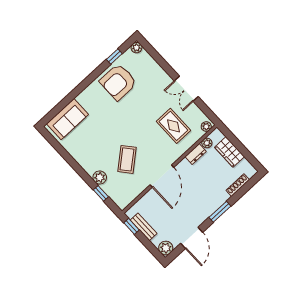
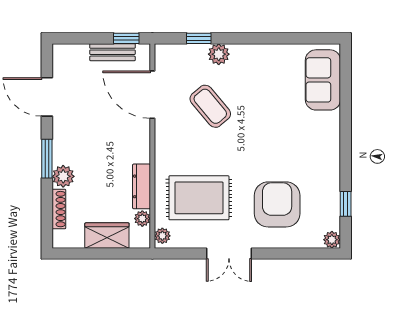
armchair: (118, 82) -> (277, 204), moved
double door: (186, 89) -> (229, 253), swing flipped
rug: (173, 126) -> (199, 198), width x1.36, depth x1.43
dresser: (196, 154) -> (142, 186), width x1.44
door: (162, 176) -> (152, 95), moved
plant: (166, 248) -> (63, 176), moved

